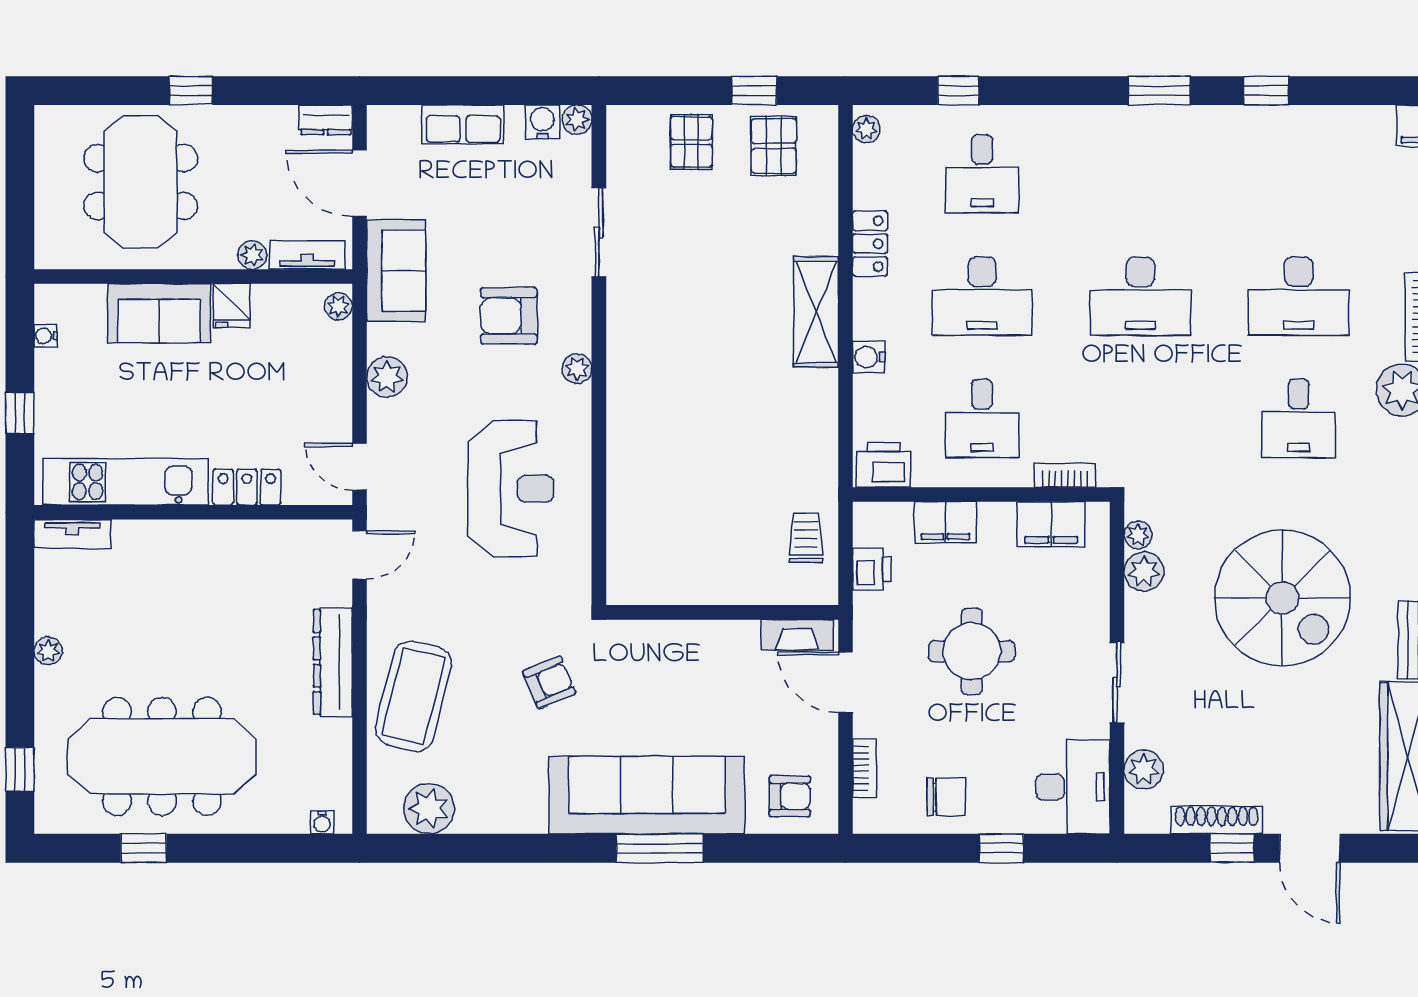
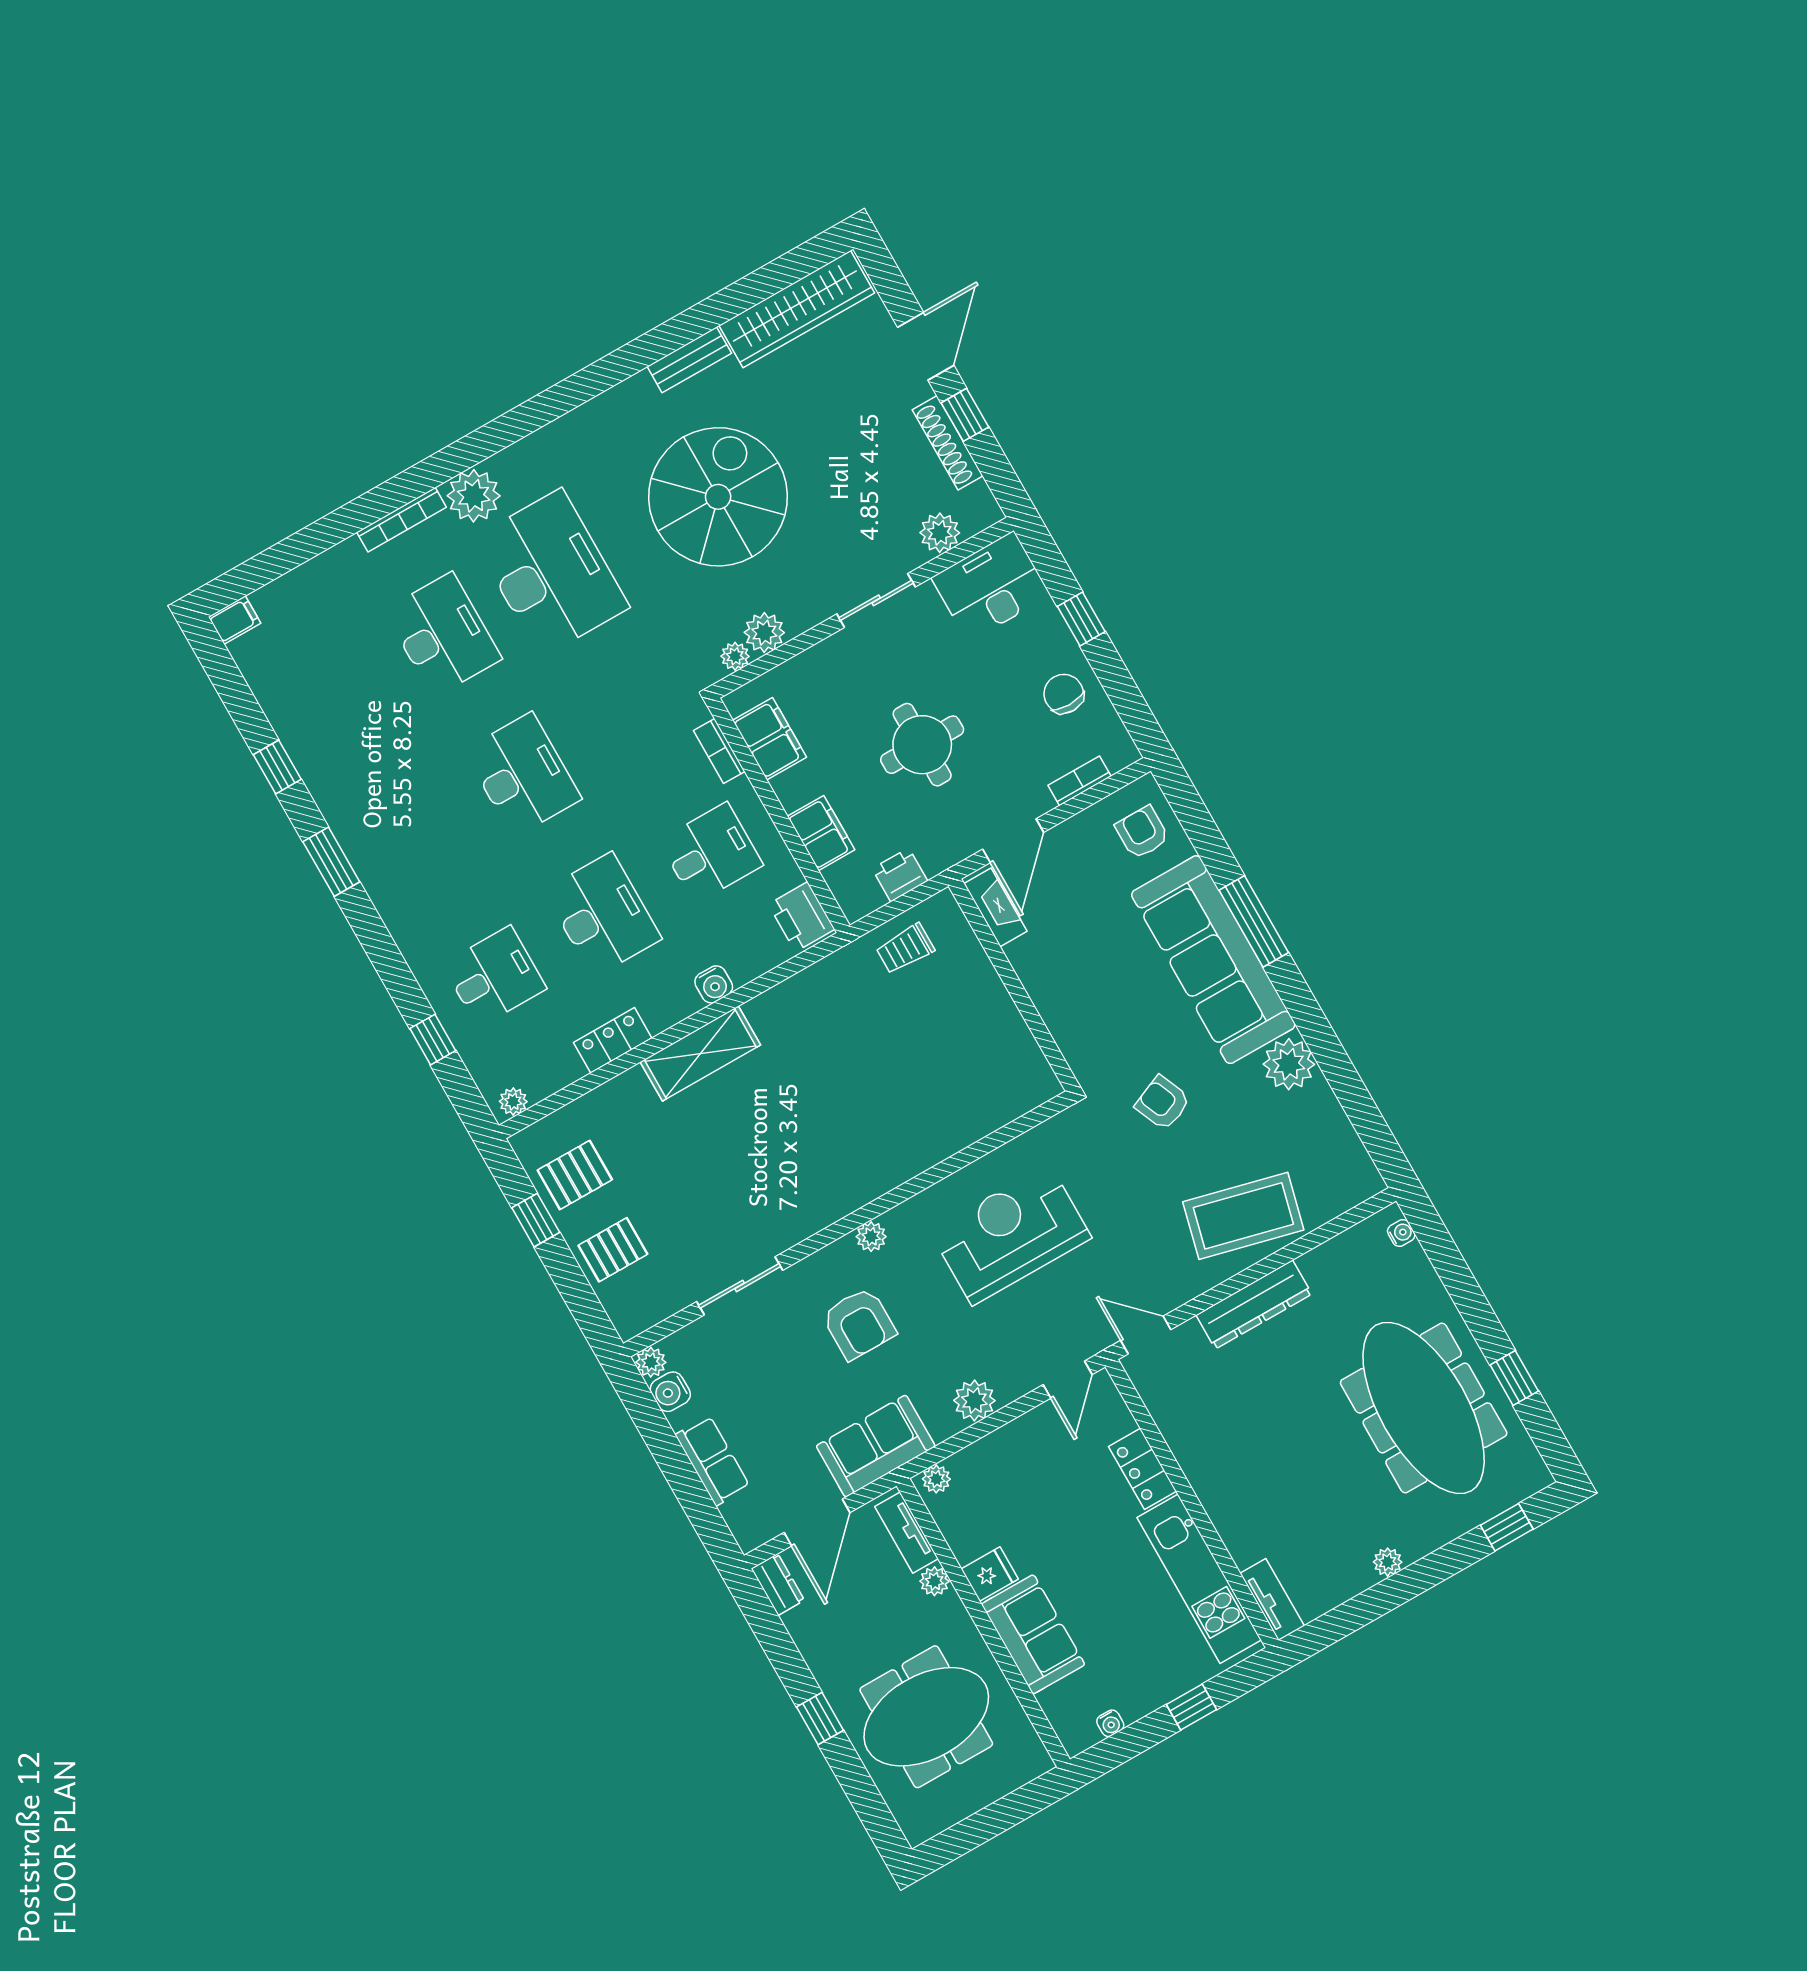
desk: (1299, 418) -> (551, 573), width x1.87, depth x1.30
plant: (429, 809) -> (1289, 1064), moved

